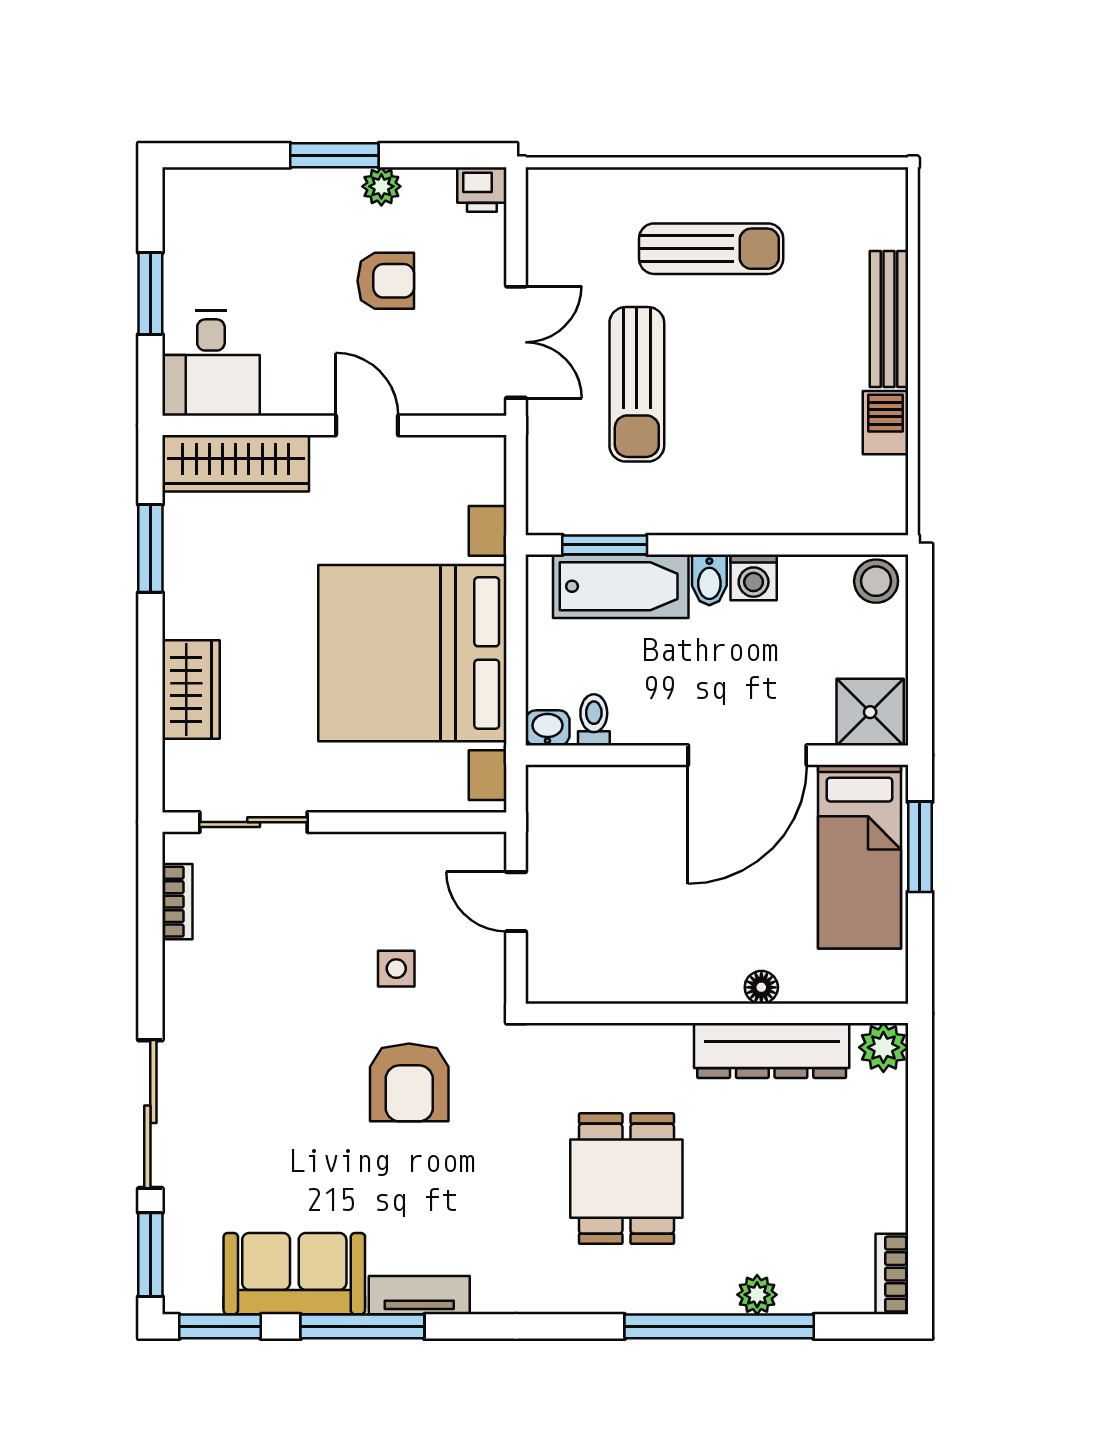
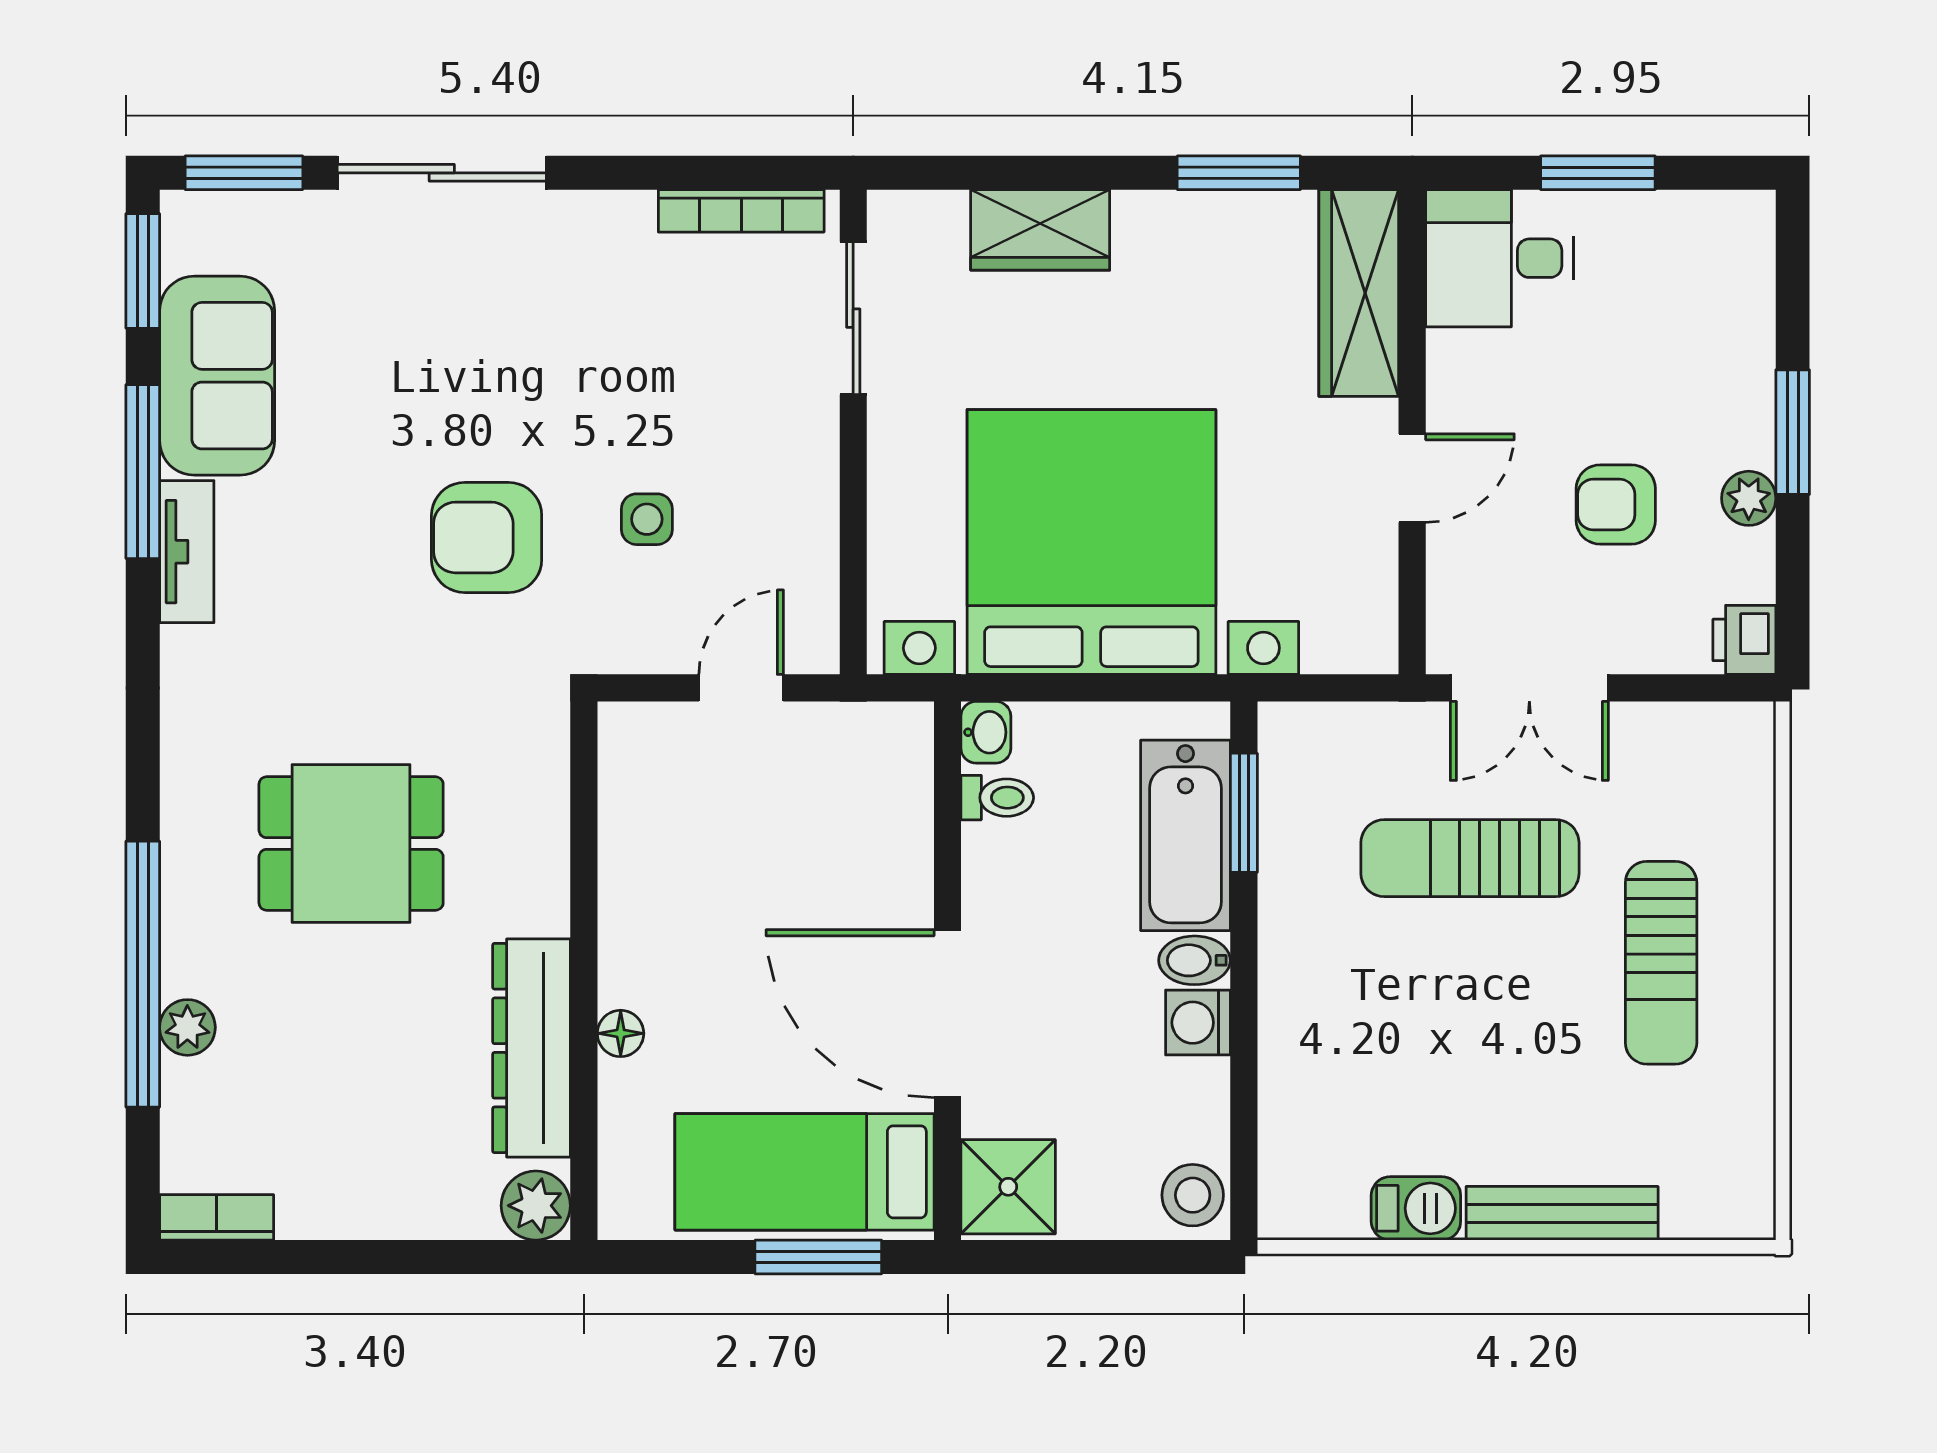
armchair: (386, 281) -> (1616, 504), turned 90
bookcase: (177, 902) -> (741, 211), width x1.56

